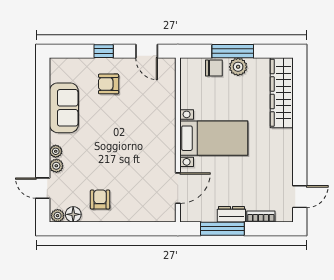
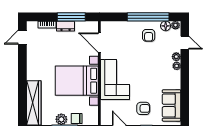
sofa: (64, 108) -> (171, 105), moved
corner sofa: (153, 130) -> (115, 80), added
bed with nightstands: (214, 138) -> (77, 81), width x1.36
door: (178, 188) -> (99, 43), hinge flipped
window: (101, 229) -> (148, 17), added

